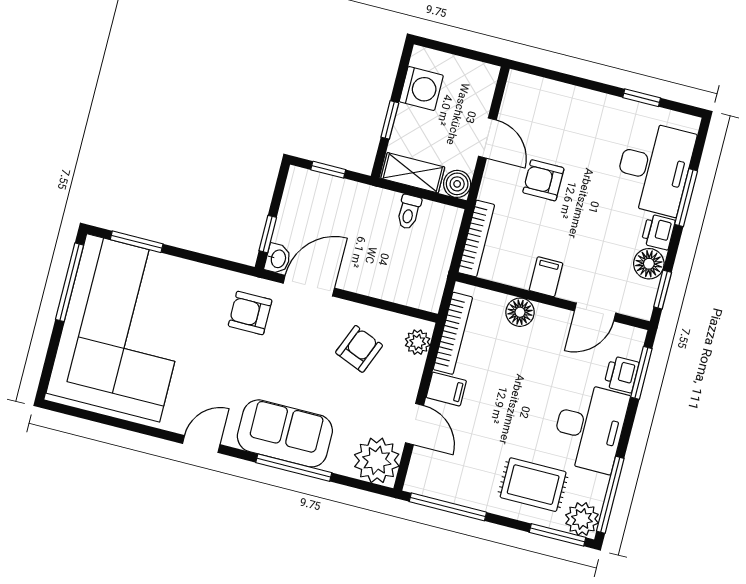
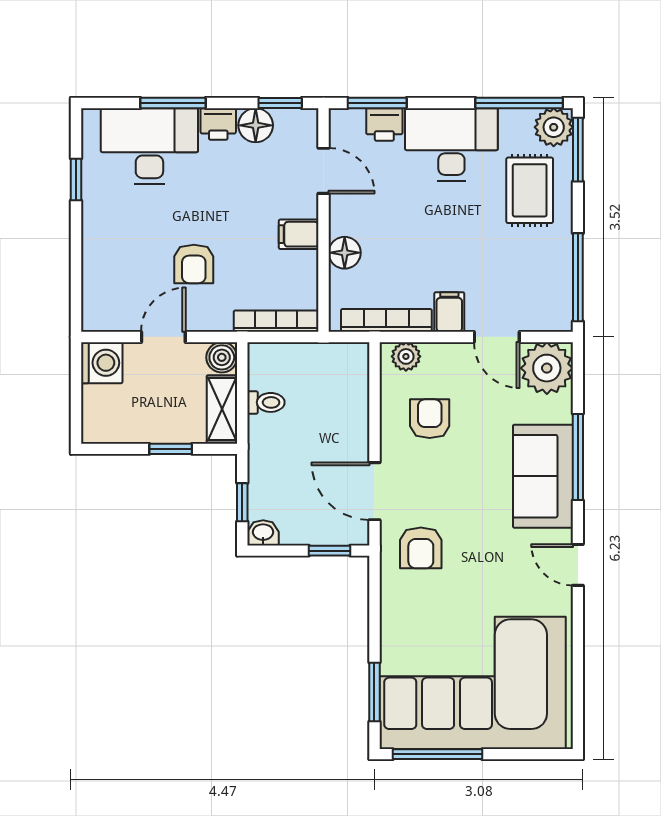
washing machine: (421, 89) -> (102, 363), moved, turned 90
washbasin: (278, 259) -> (263, 533), moved
armchair: (359, 349) -> (430, 419), turned 68
door: (414, 424) -> (497, 337), swing flipped

